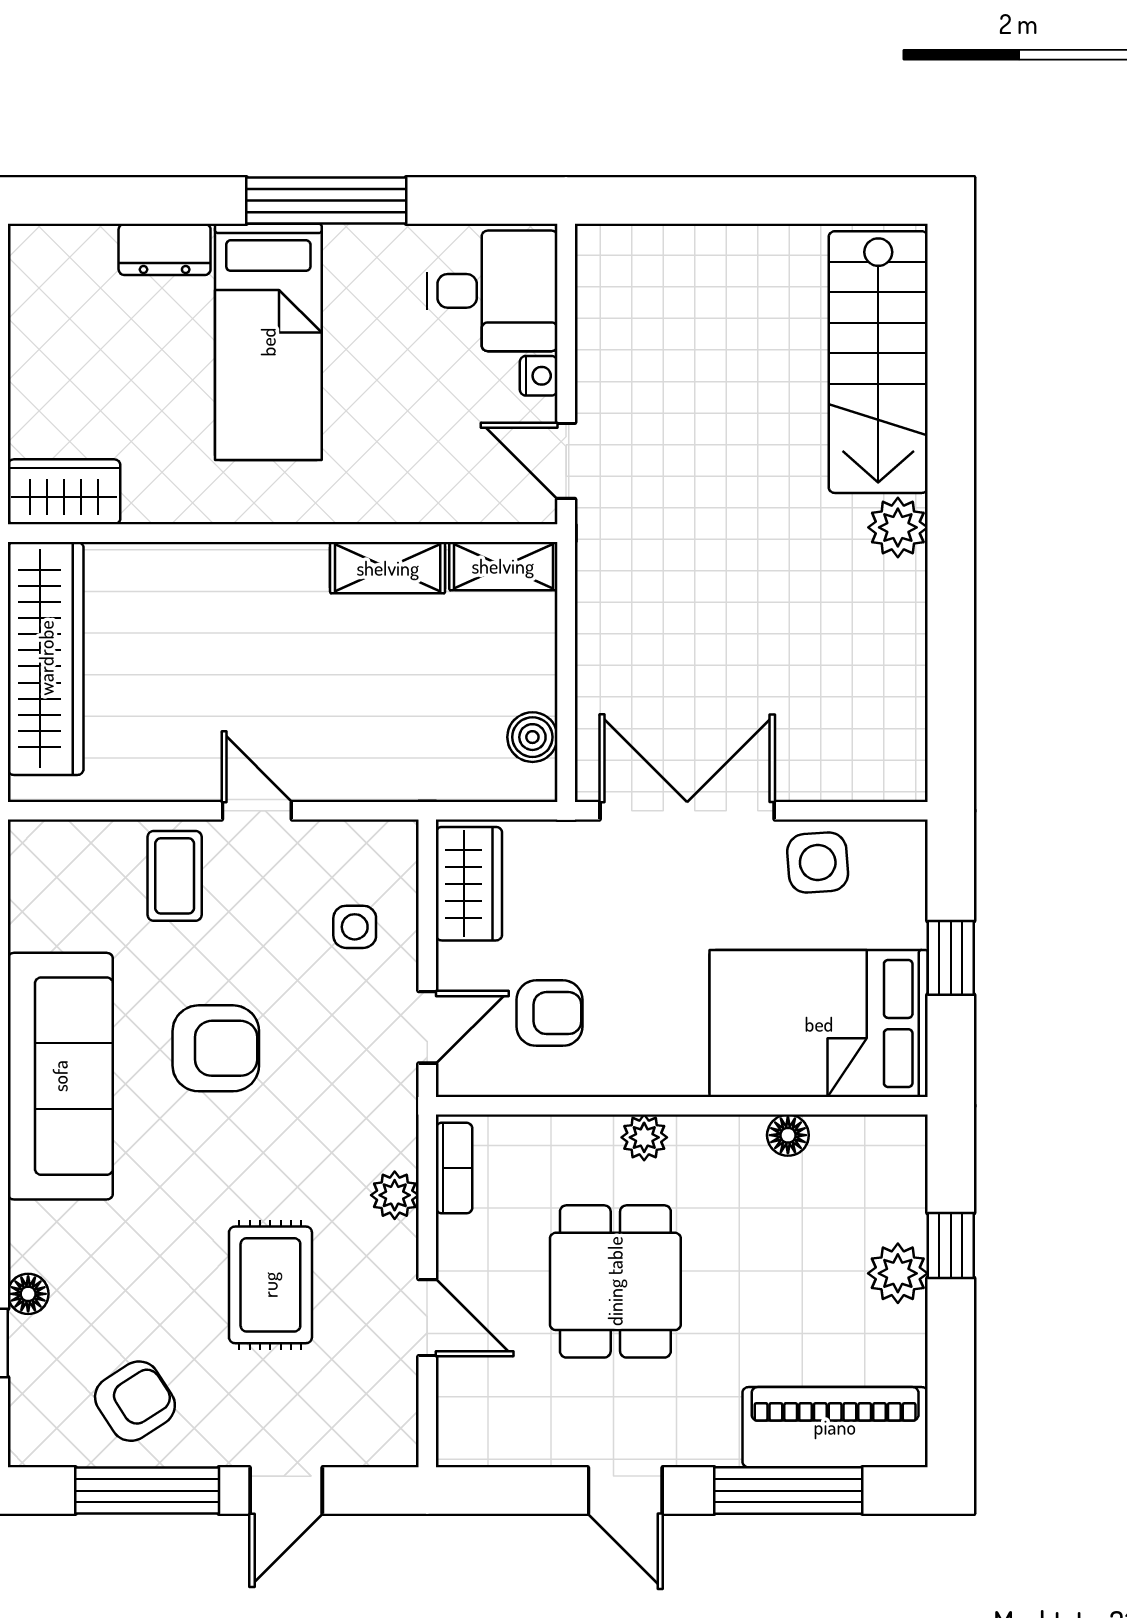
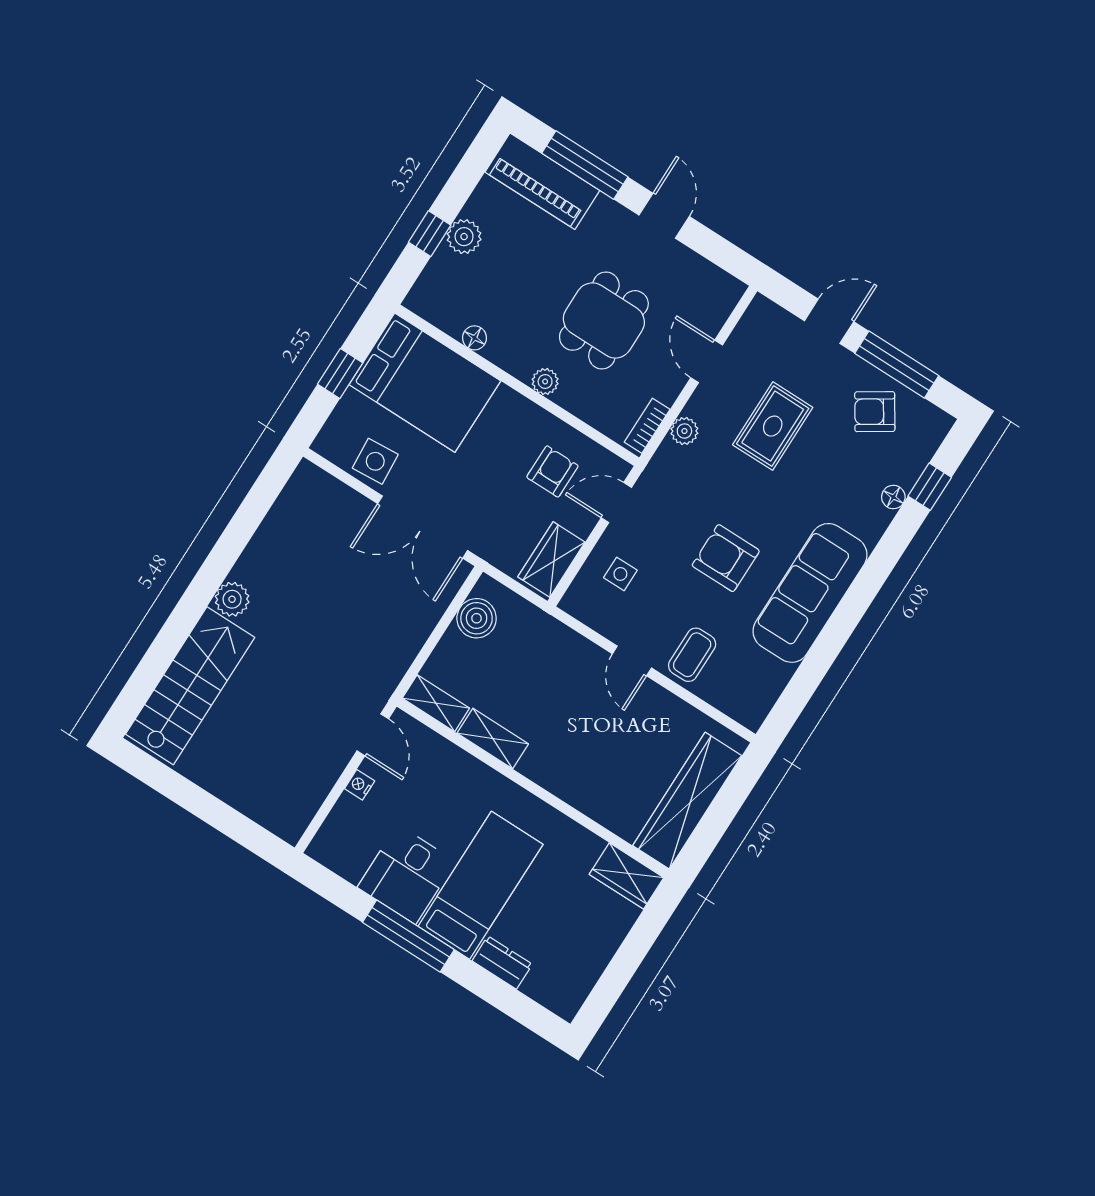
desk: (492, 291) -> (406, 874), moved, turned -90
boiler: (532, 737) -> (477, 618), width x1.36, depth x1.36
armchair: (550, 1013) -> (552, 471), turned 90

